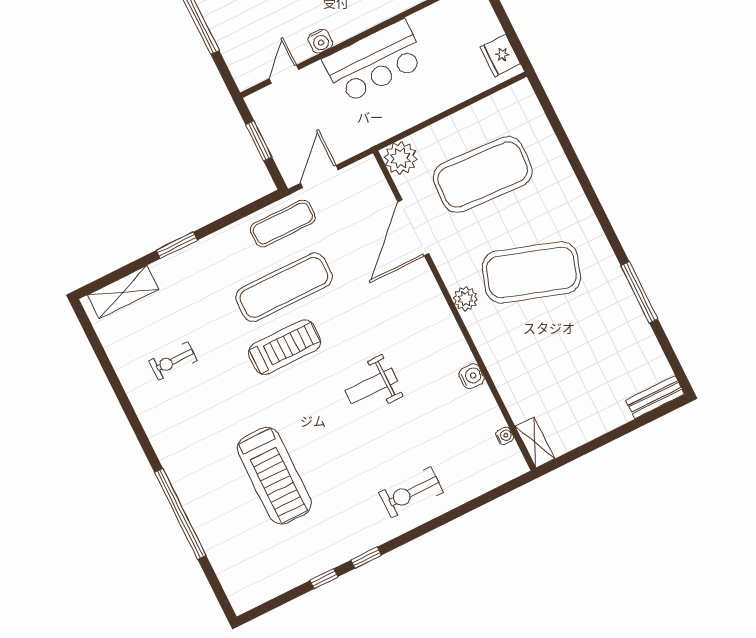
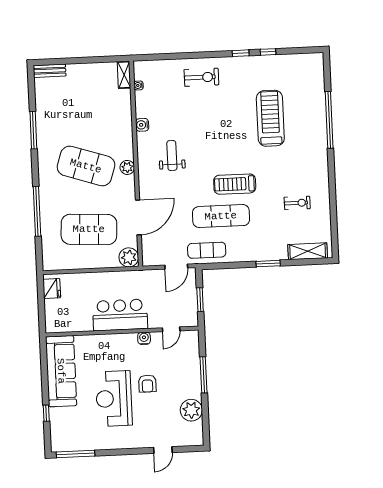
window: (577, 167) -> (37, 211), added
weight bench: (371, 386) -> (172, 155), moved, turned -90

